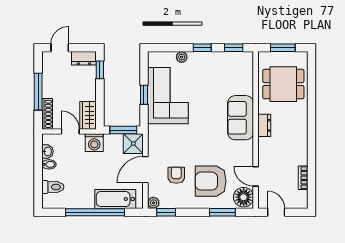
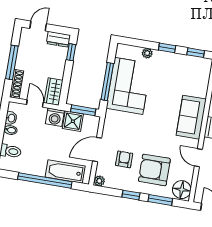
window: (144, 95) -> (107, 82), width x2.17
shower: (133, 144) -> (73, 121), moved
door: (256, 176) -> (198, 158), moved
window: (166, 212) -> (131, 195), moved

